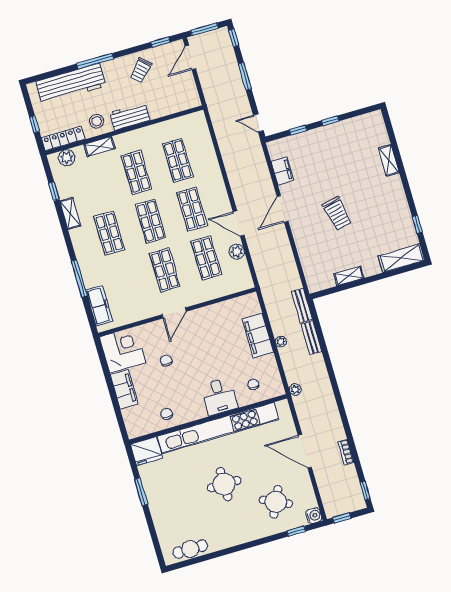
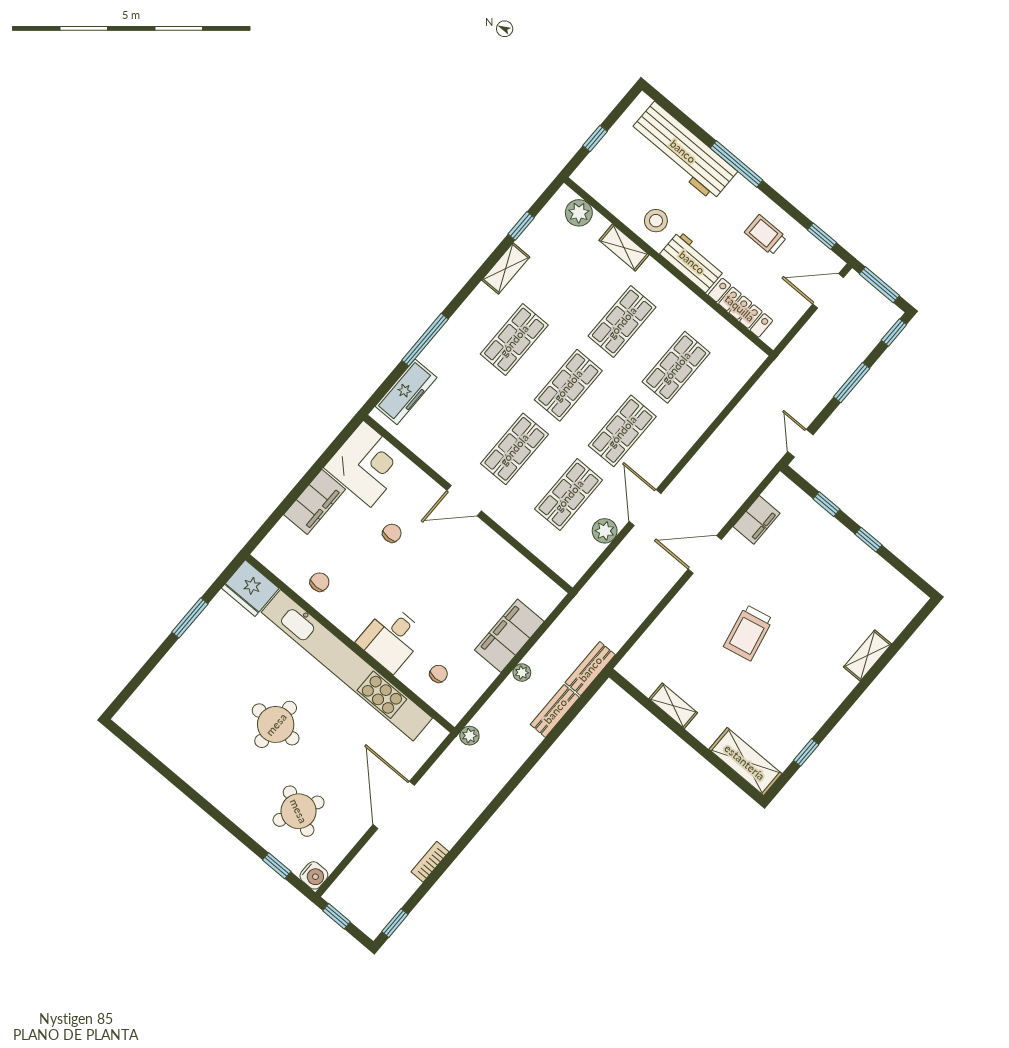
trolley: (141, 70) -> (766, 235), turned 47
locker: (63, 138) -> (740, 308), moved
cafe table: (190, 549) -> (156, 737), removed

